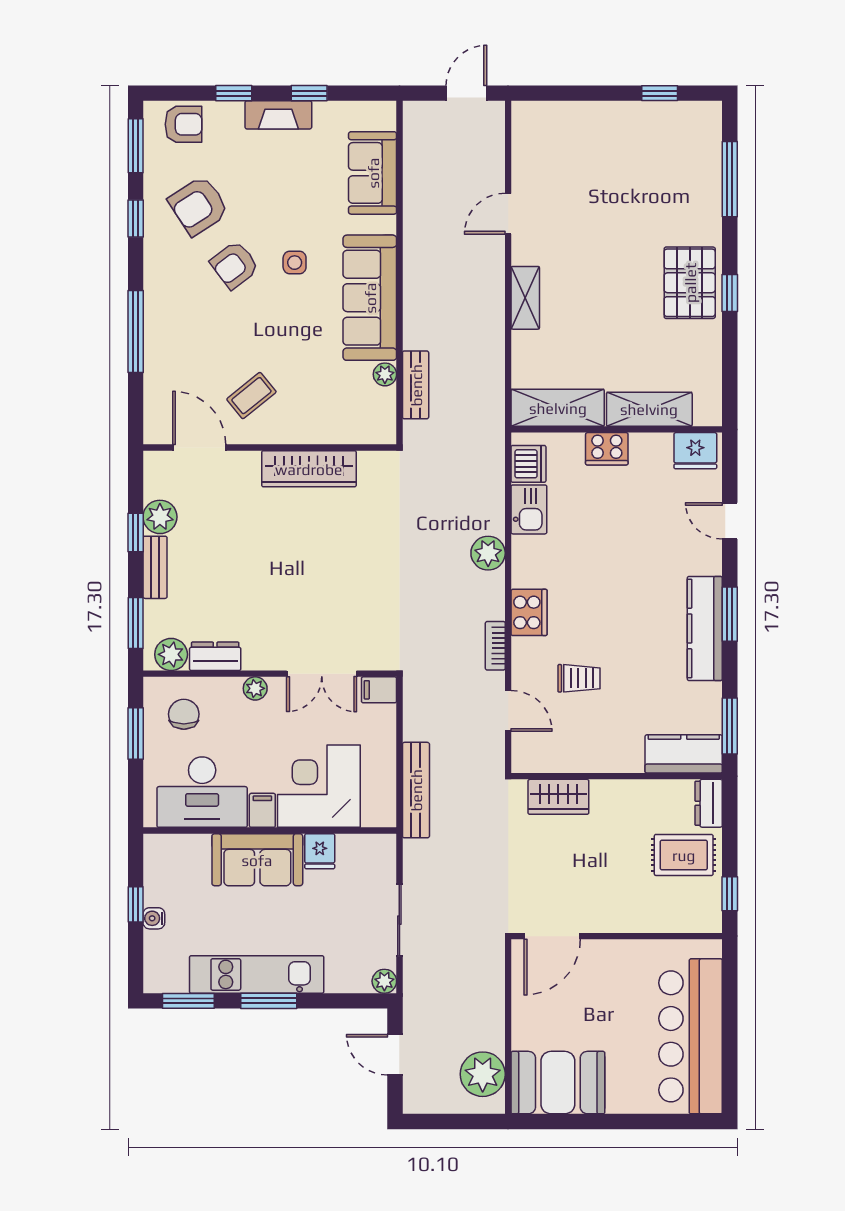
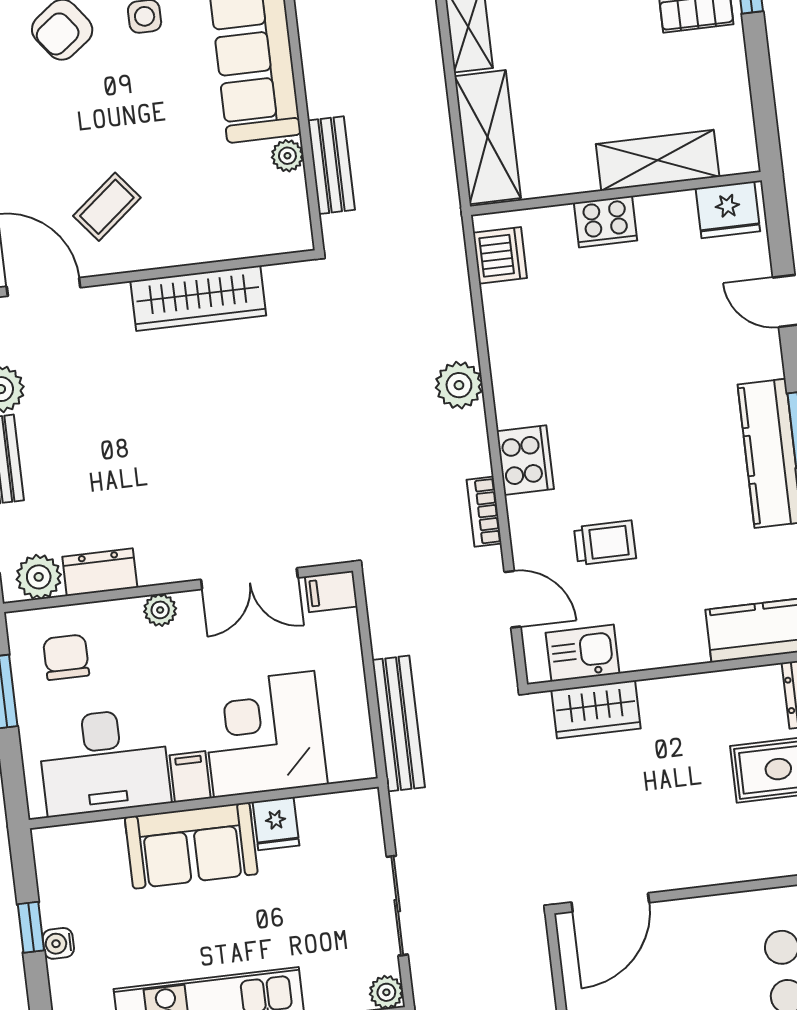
shelving: (558, 408) -> (488, 137), moved, turned 90
kitchen sink: (529, 509) -> (583, 653), moved, turned -90

